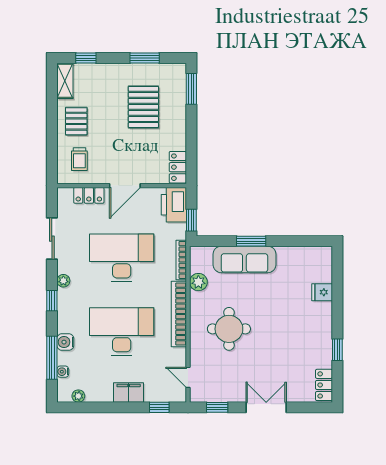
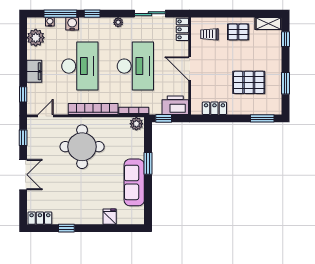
locker: (178, 167) -> (214, 108), moved
locker: (89, 195) -> (182, 29), moved
sofa: (244, 259) -> (134, 182), moved
plant: (198, 282) -> (136, 124), moved
window: (52, 301) -> (92, 14), moved
round table: (229, 329) -> (82, 147), width x1.36, depth x1.36
plant: (78, 396) -> (36, 38), width x1.87, depth x1.87

